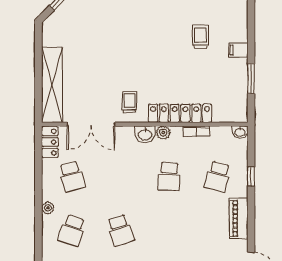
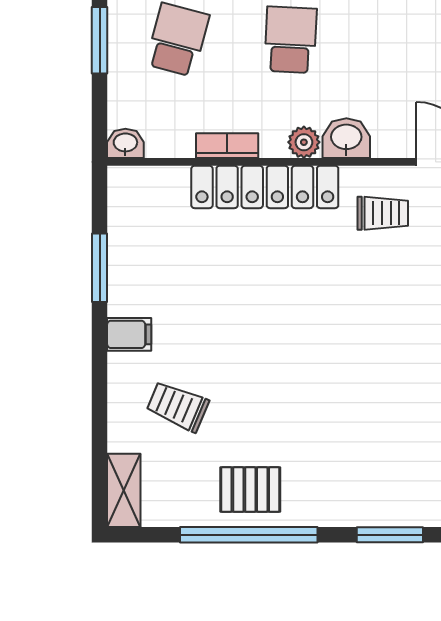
trolley: (200, 37) -> (178, 406), moved, turned 113
trolley: (129, 102) -> (383, 213), turned -90
window: (251, 176) -> (100, 40), width x1.50

